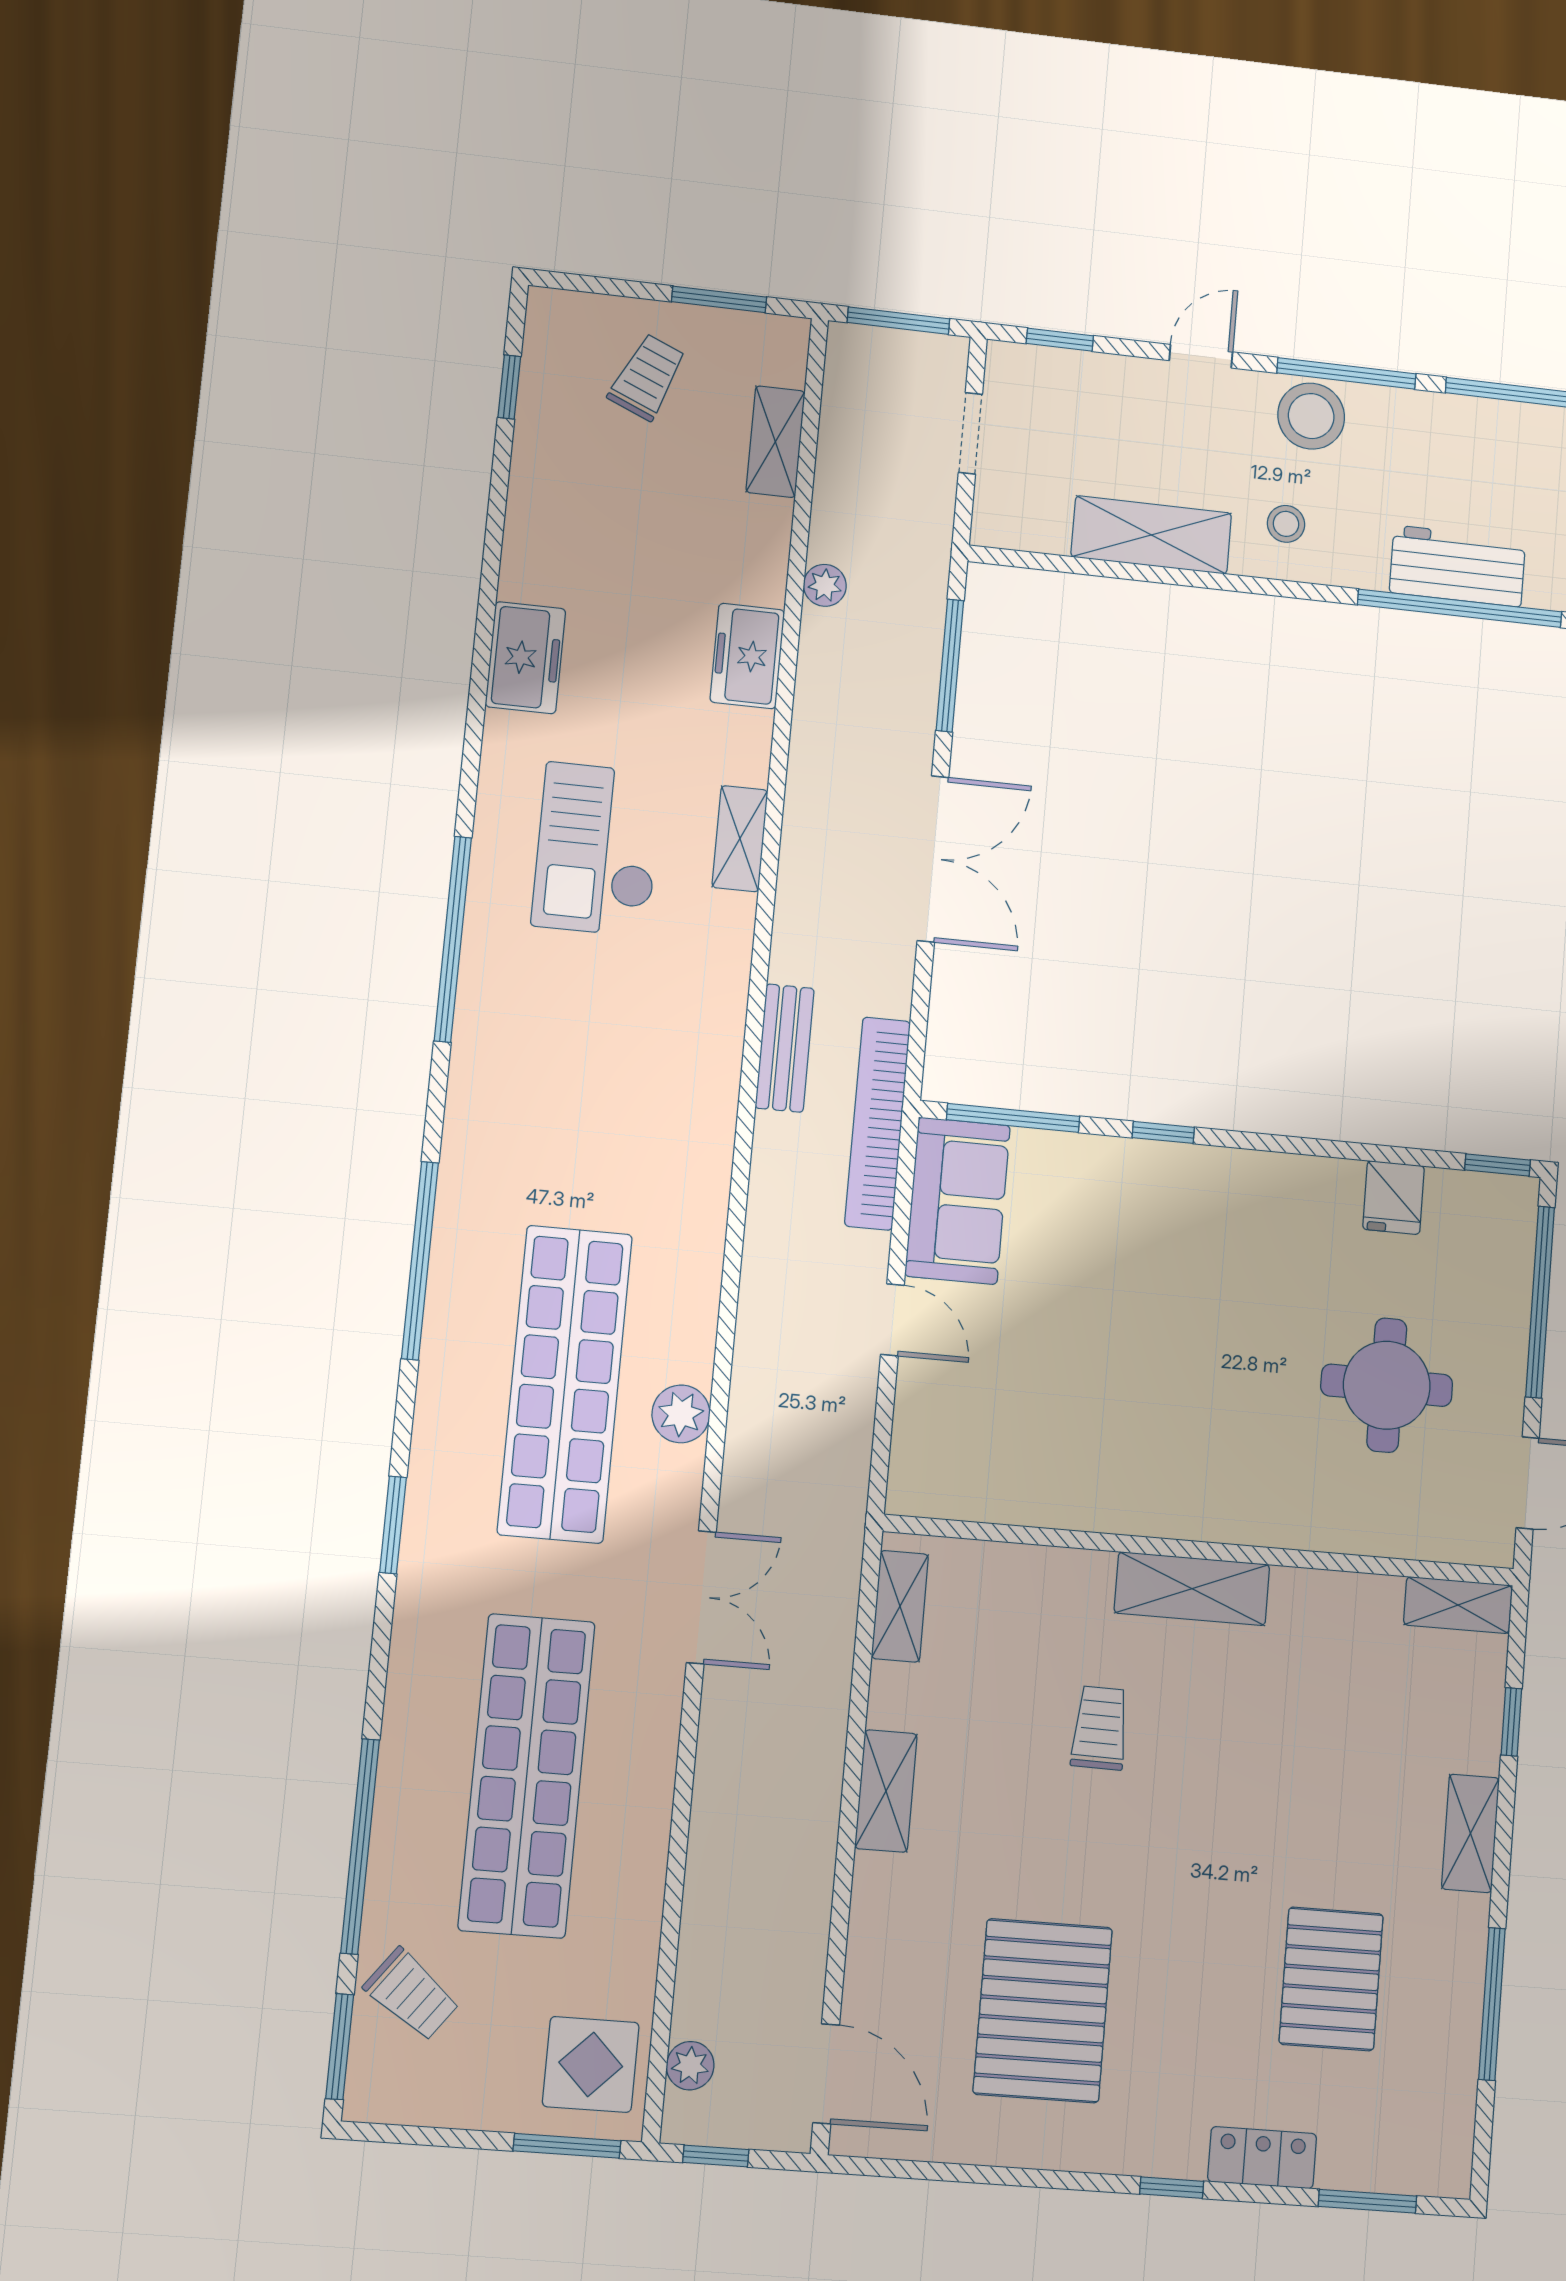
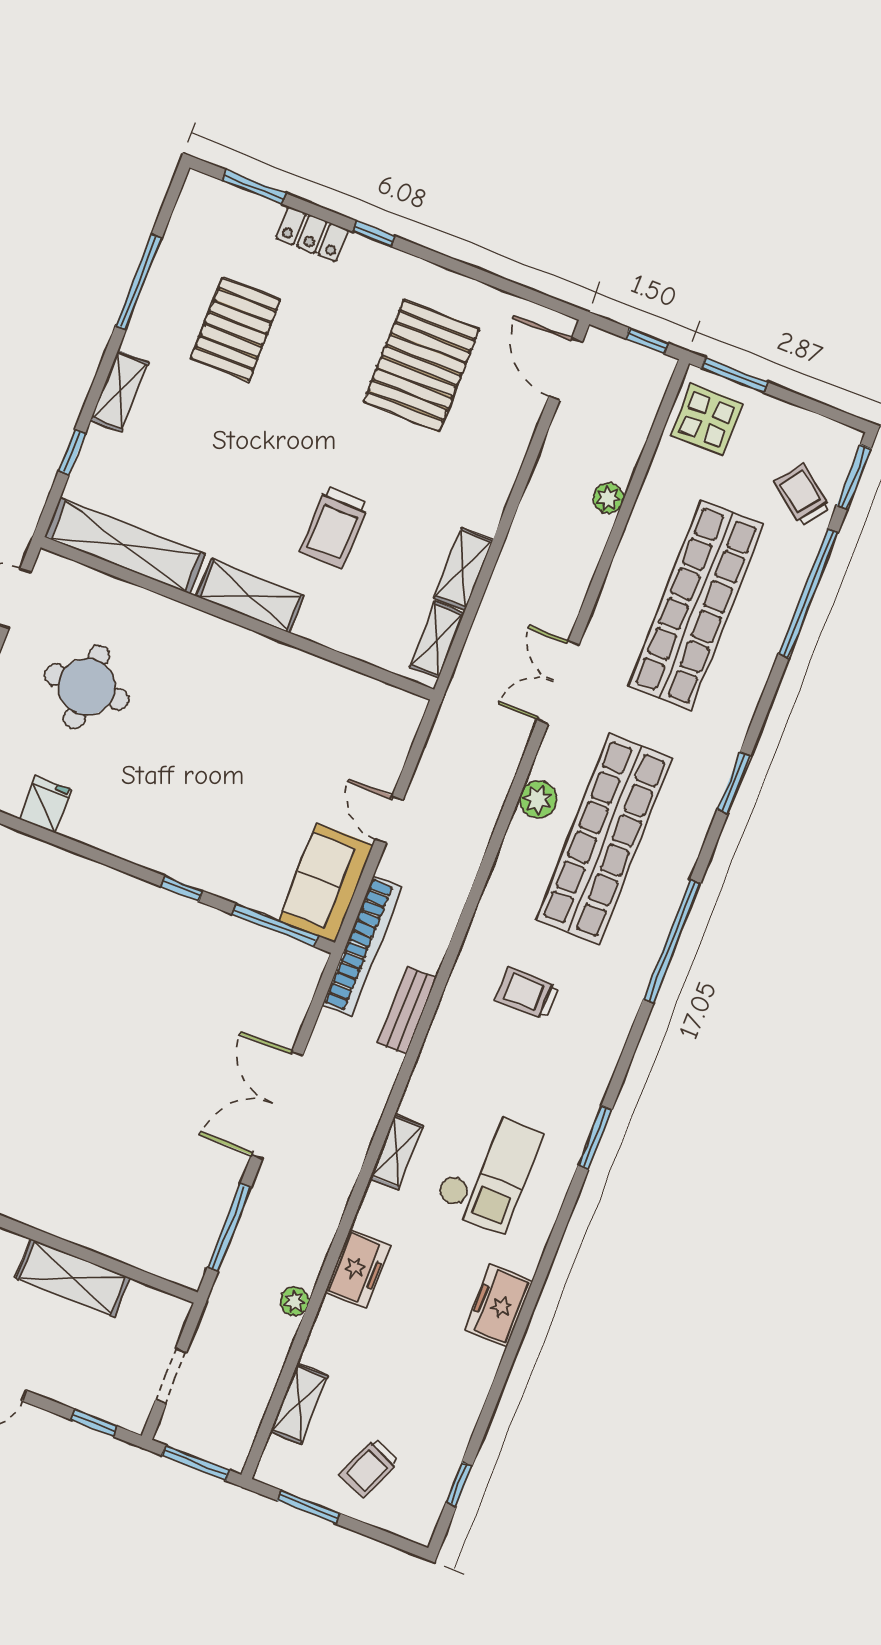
window: (453, 939) -> (595, 1138), width x0.47
trolley: (615, 1123) -> (527, 993), added
shelving: (1458, 1605) -> (125, 546), width x2.20, depth x1.33
trolley: (1100, 1728) -> (334, 527), width x1.36, depth x1.39
shelving: (886, 1791) -> (463, 569), moved
plant: (690, 2066) -> (608, 498), moved

